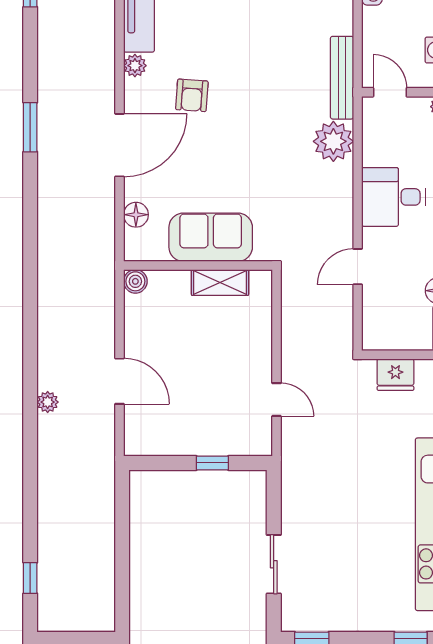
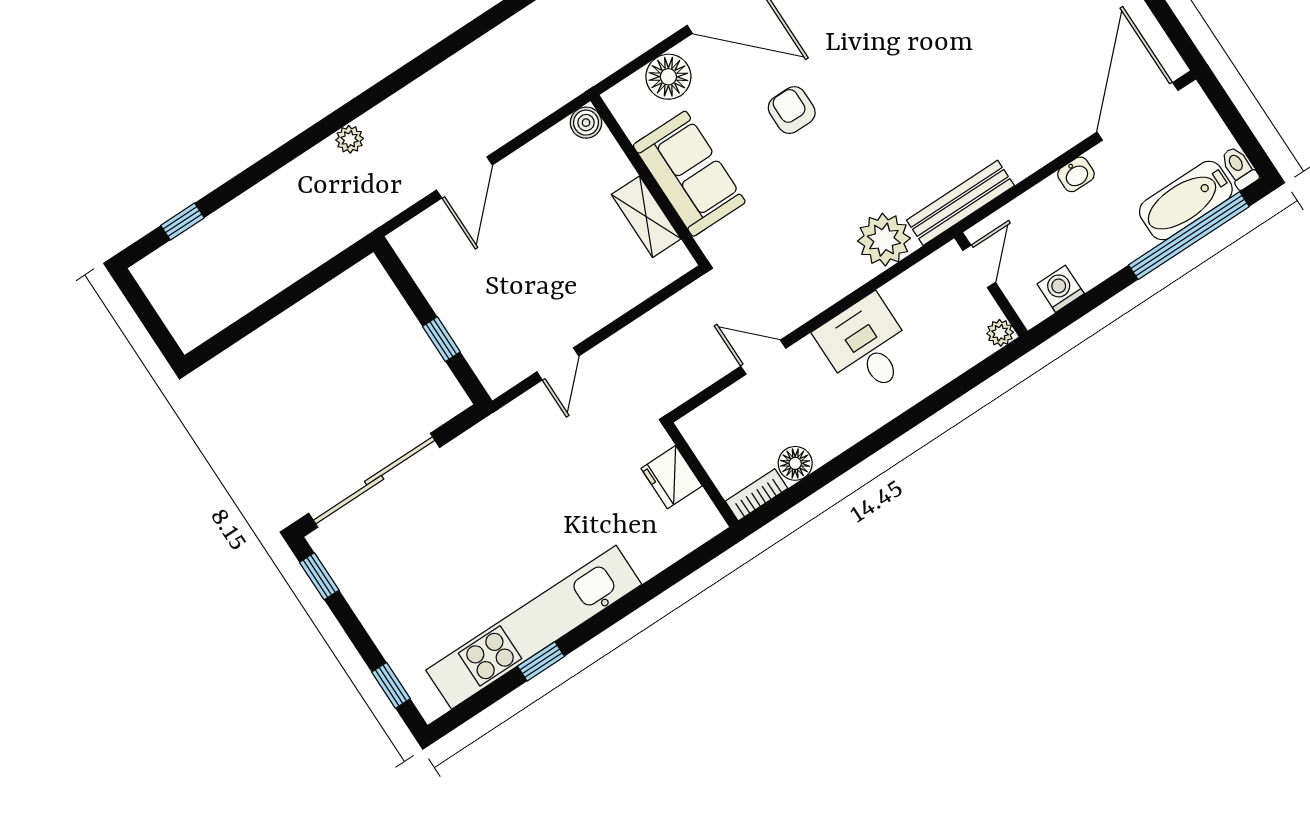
armchair: (192, 95) -> (792, 110), moved, turned 86
floor lamp: (136, 215) -> (668, 77), width x1.38, depth x1.38
plant: (48, 402) -> (350, 139), moved
sliding door: (274, 564) -> (374, 480), width x1.86

